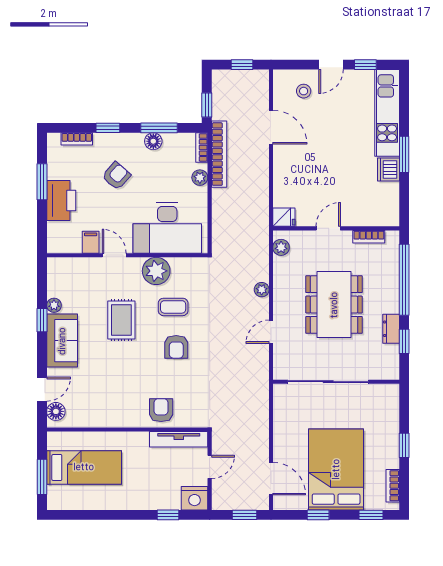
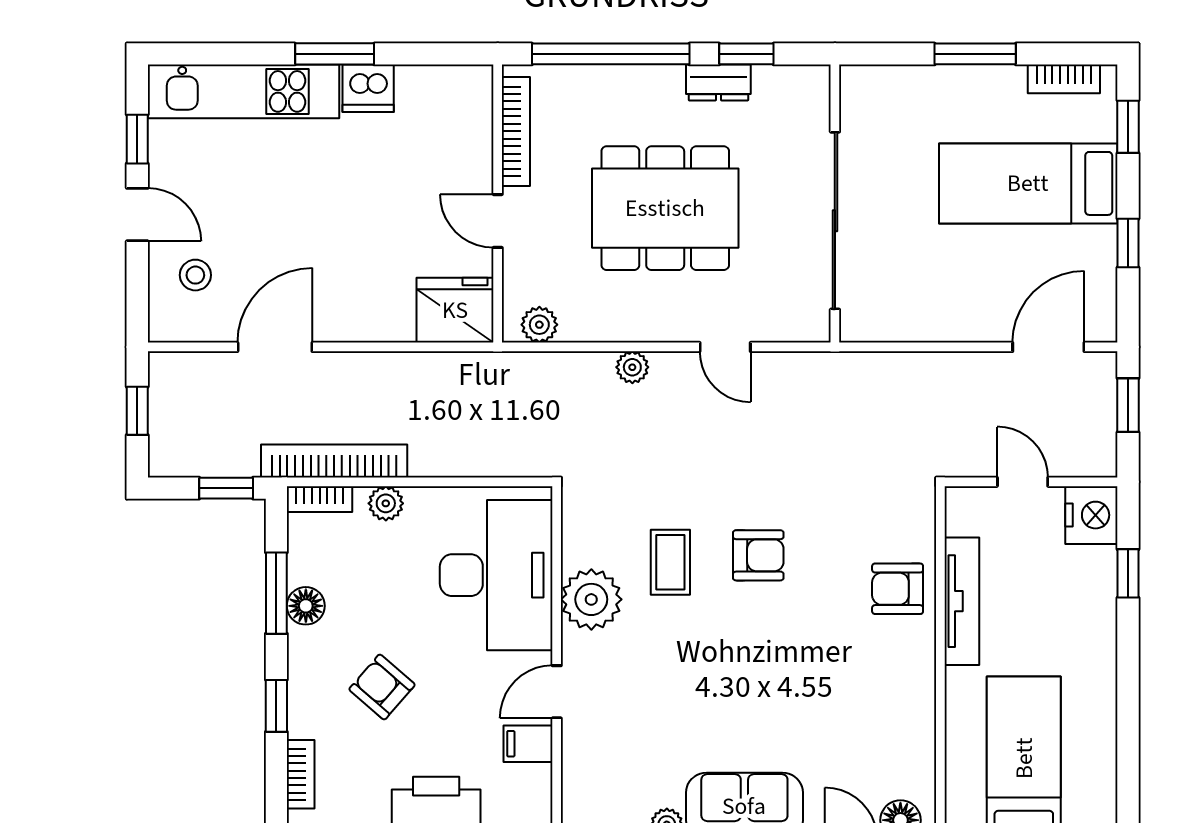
fridge: (284, 217) -> (455, 310), width x1.88, depth x1.34
bookcase: (369, 237) -> (516, 131), width x1.56
rug: (121, 320) -> (699, 676), removed
tv unit: (179, 439) -> (962, 601), moved
window: (404, 445) -> (975, 54), width x1.50
bed: (336, 469) -> (1028, 183), width x0.67

